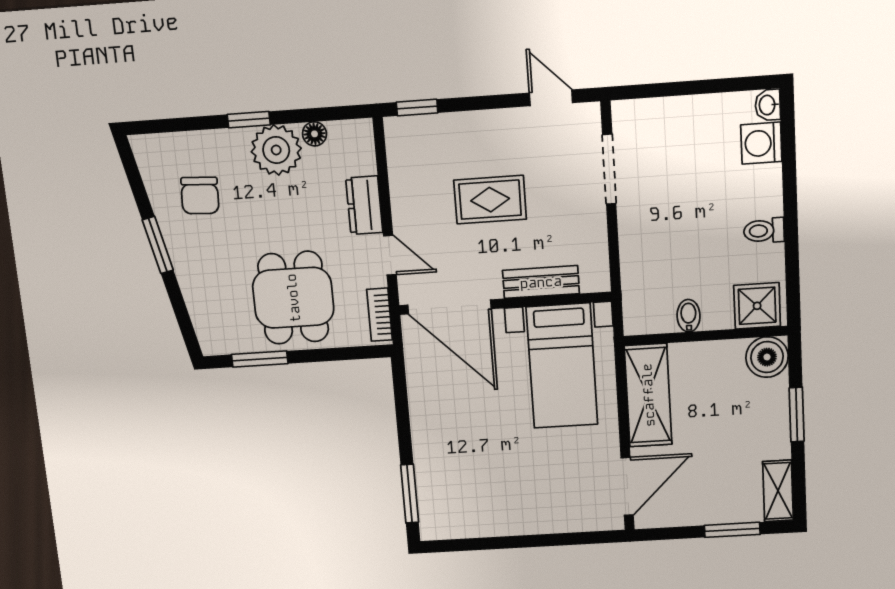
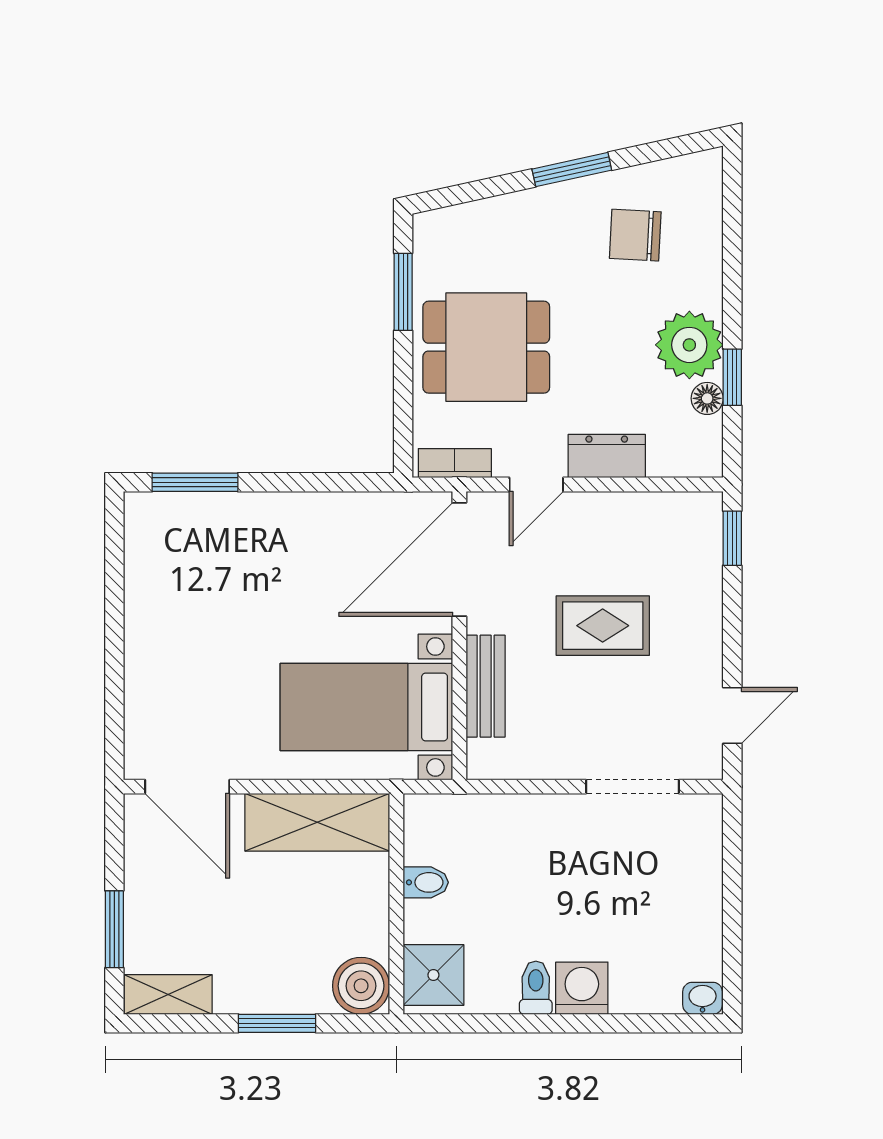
window: (249, 120) -> (732, 377), moved
washing machine: (761, 143) -> (582, 988), moved
rug: (490, 200) -> (603, 626), turned 90

